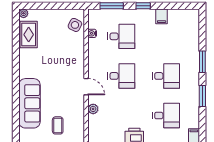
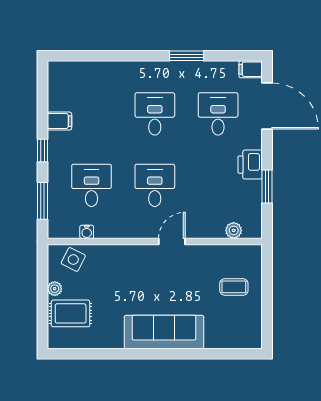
plant: (24, 13) -> (55, 289), moved
rug: (29, 35) -> (71, 313), moved
window: (202, 62) -> (132, 56), removed
sofa: (30, 103) -> (164, 332), moved
plant: (93, 109) -> (234, 230), moved

